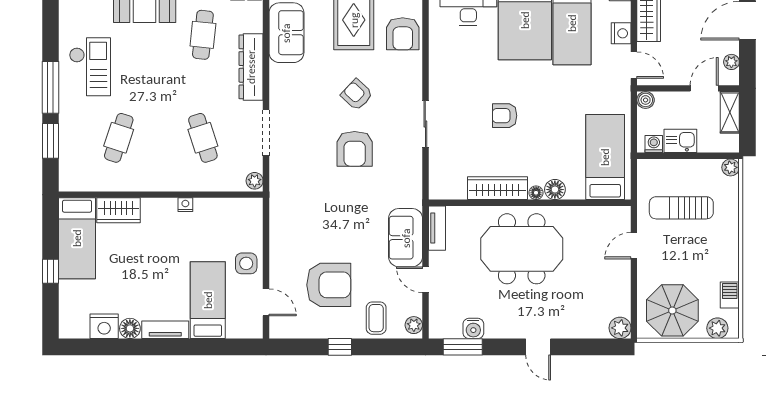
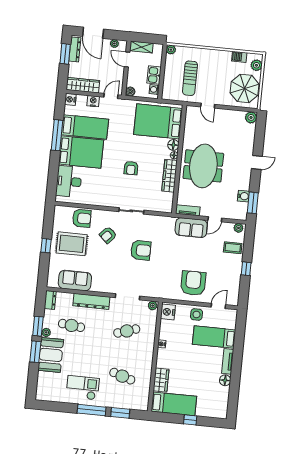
armchair: (357, 95) -> (108, 235), moved
bed: (605, 157) -> (158, 121), width x1.50
armchair: (329, 285) -> (193, 283), moved
nightstand: (104, 326) -> (168, 312), moved, turned 180

